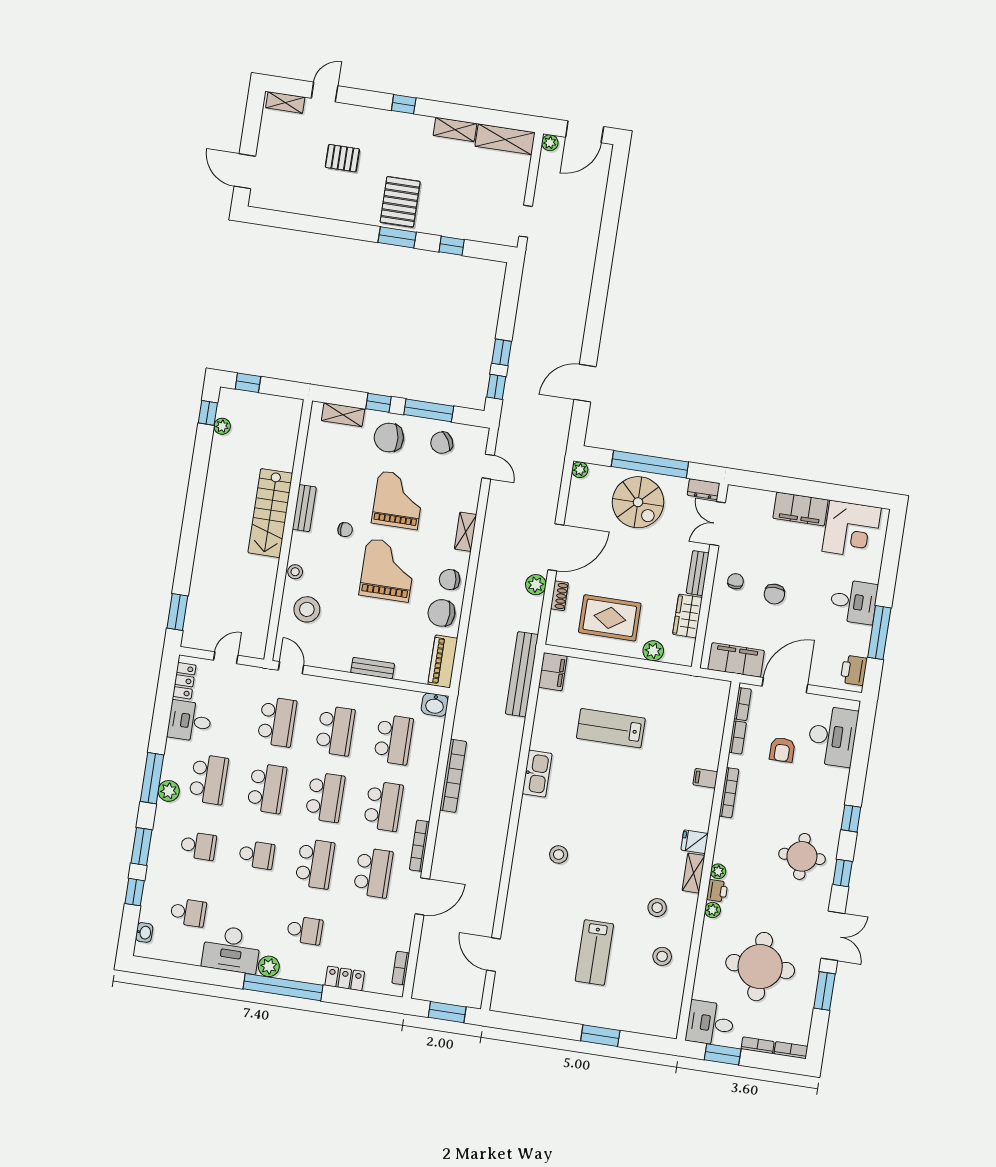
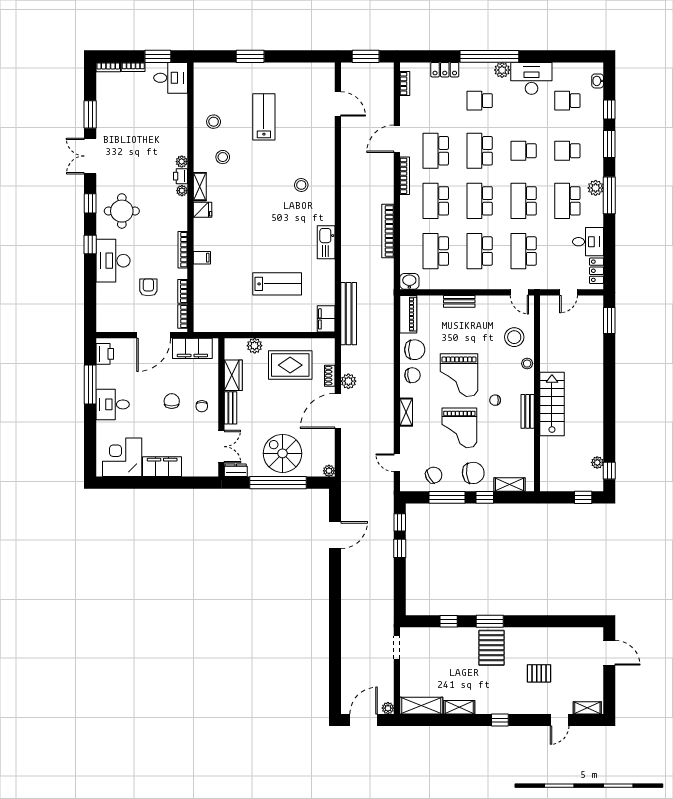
desk: (832, 736) -> (113, 261), moved
round table: (760, 967) -> (140, 125), removed

